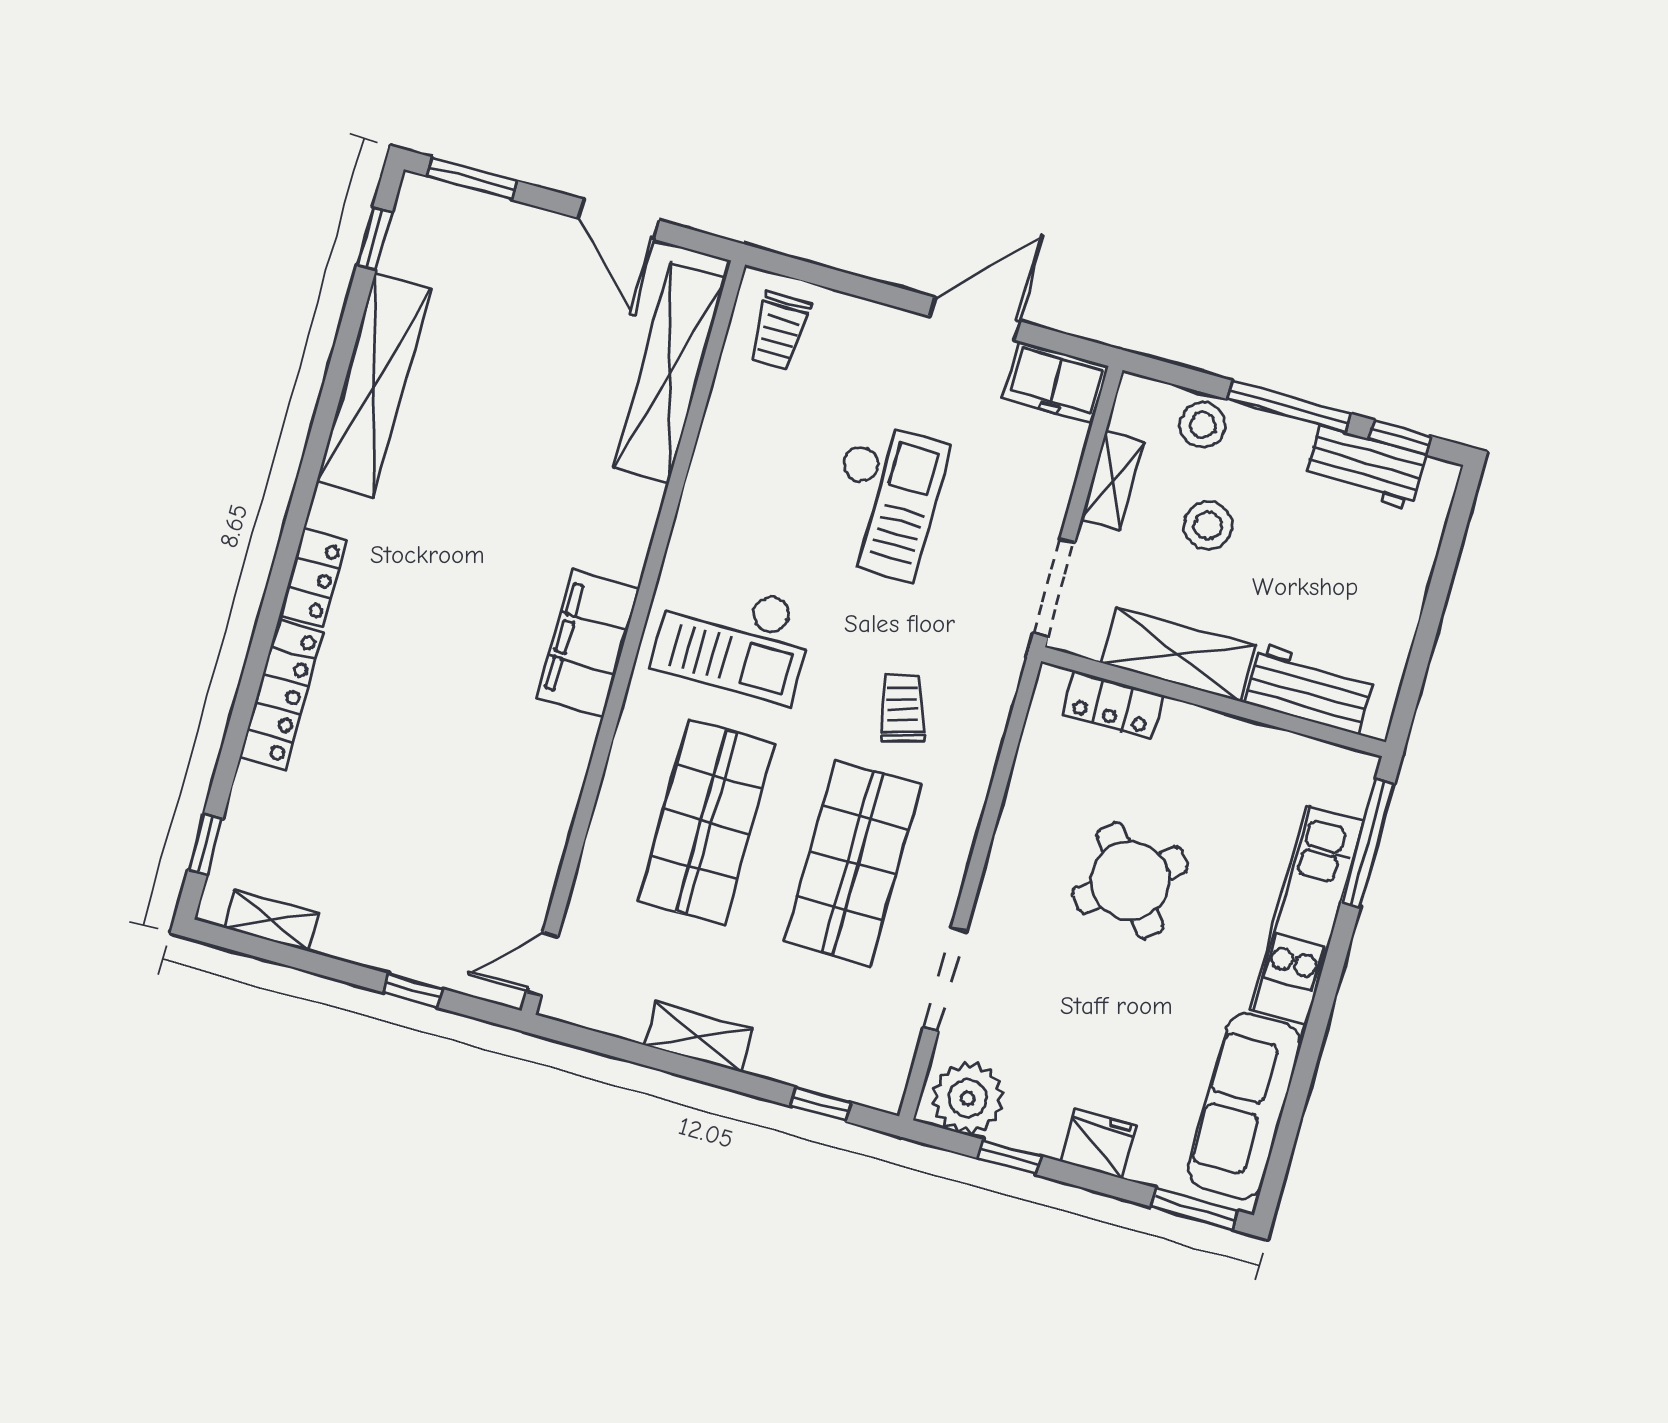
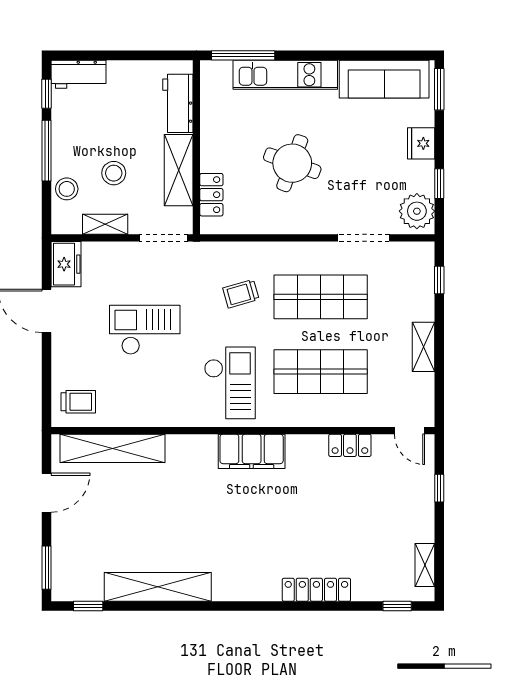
workbench: (1365, 467) -> (79, 74), moved, turned 90
locker: (313, 578) -> (350, 445), moved, turned 180
round table: (1130, 880) -> (292, 163), turned -32

